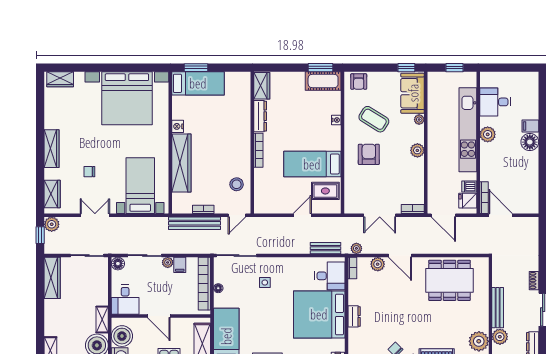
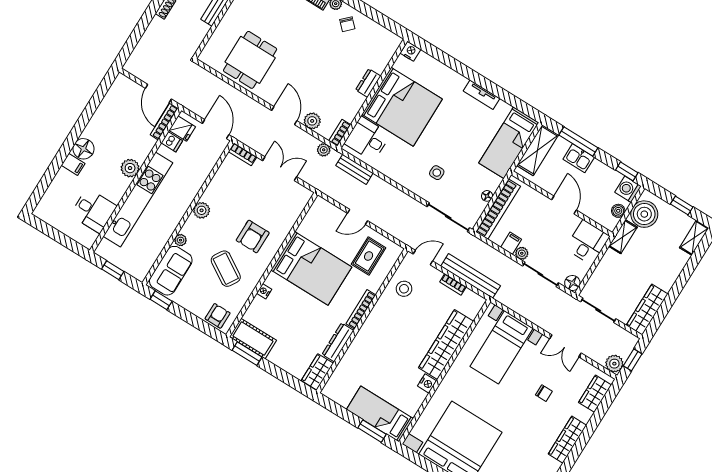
plant: (488, 134) -> (130, 168), moved
bed: (312, 164) -> (311, 268), width x1.50
rug: (325, 191) -> (369, 256), moved, turned 90
dining table: (450, 280) -> (250, 60), width x0.73
boiler: (122, 336) -> (618, 211), width x0.54, depth x0.54

